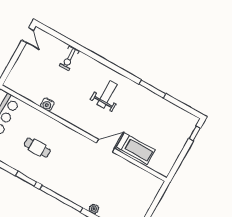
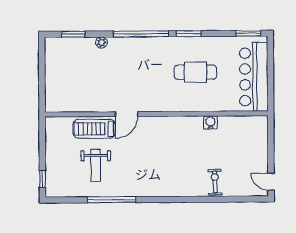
window: (152, 89) -> (112, 200), width x1.46
weight bench: (107, 95) -> (96, 165), moved
cafe table: (37, 148) -> (195, 72), width x1.37, depth x1.35

